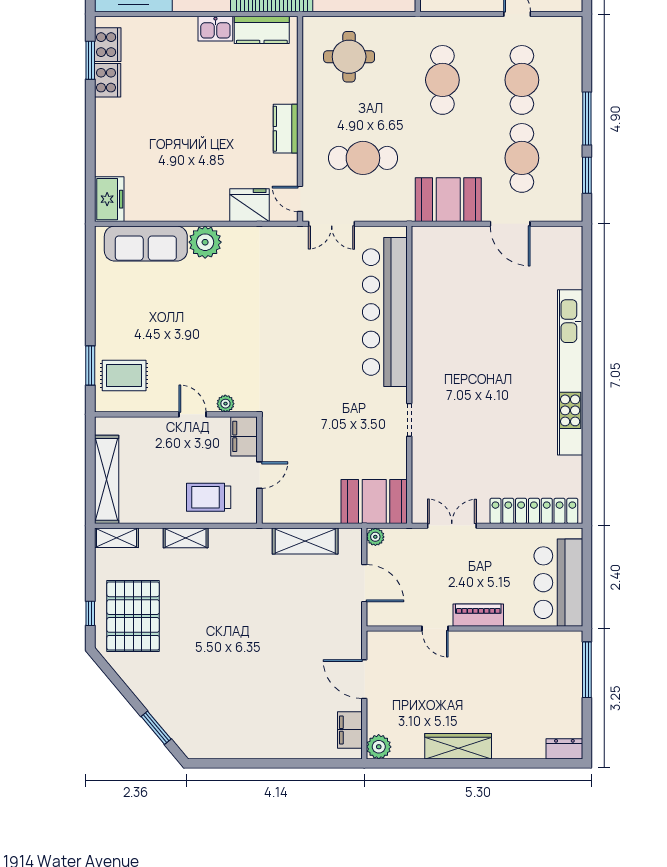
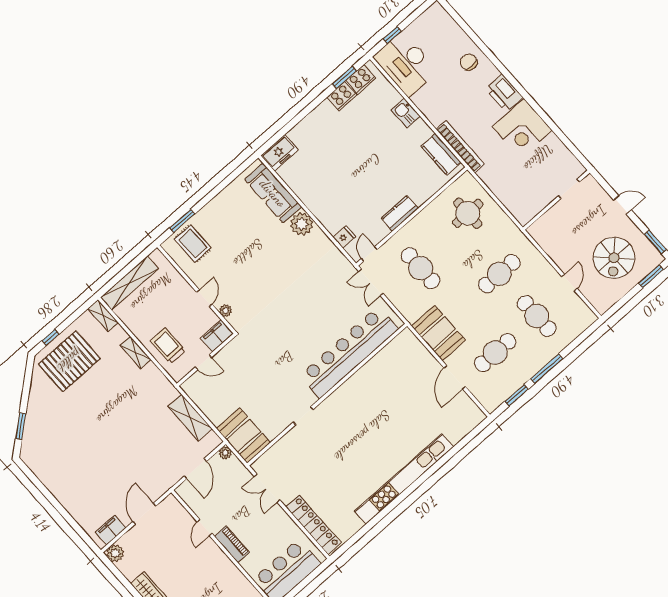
kitchen sink: (215, 29) -> (406, 113), moved
cafe table: (522, 80) -> (537, 316), turned 90
fridge: (249, 205) -> (344, 237), width x0.53, depth x0.75
double door: (452, 526) -> (267, 488), swing flipped

